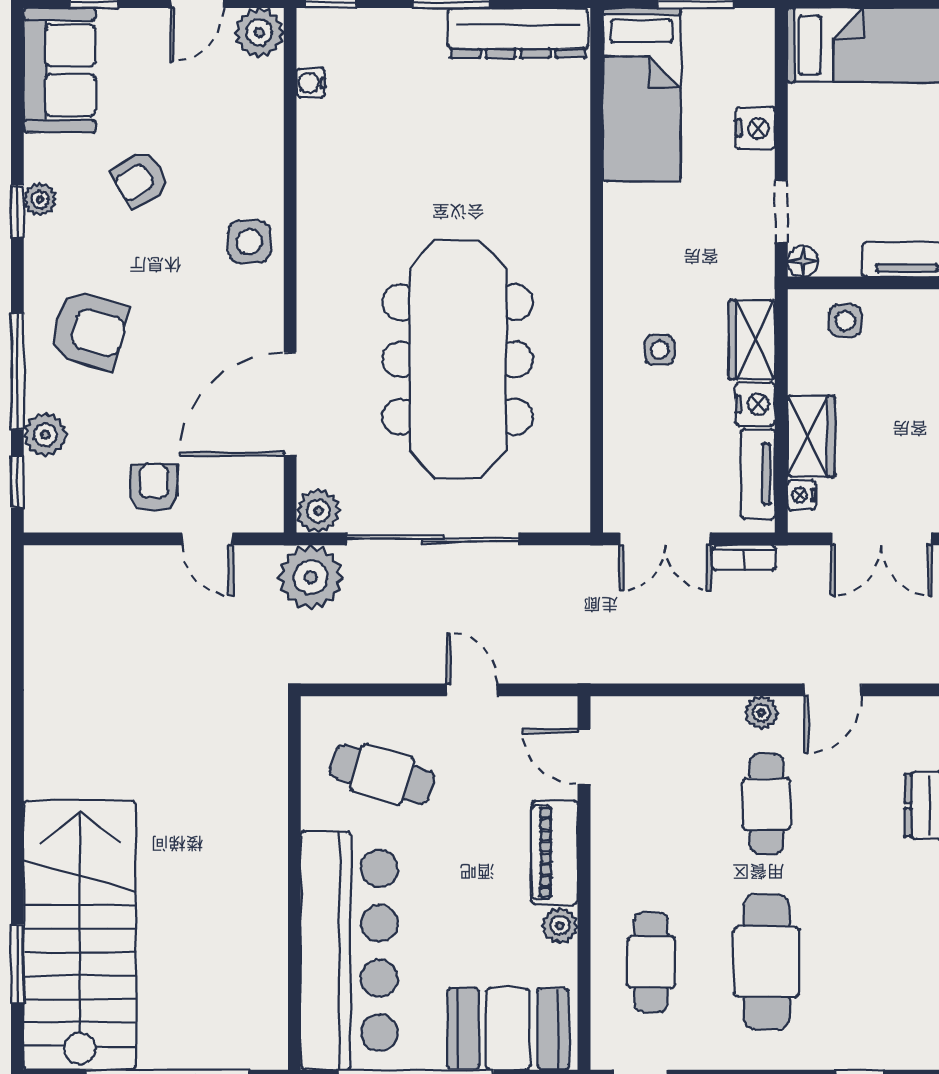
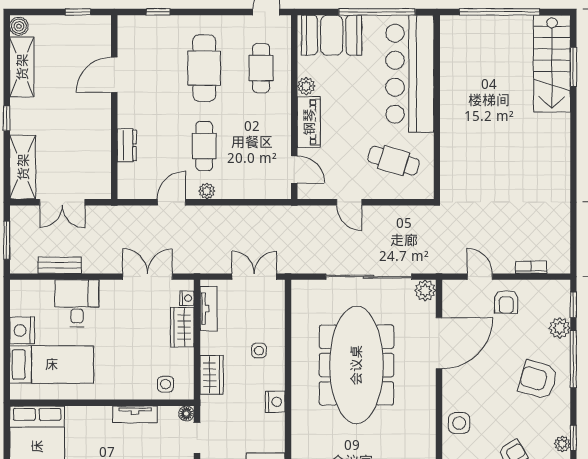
side table: (659, 350) -> (259, 351), moved
nightstand: (755, 404) -> (275, 402), moved, turned 180
bookcase: (744, 558) -> (531, 267), moved
plant: (311, 577) -> (429, 258), removed
stairs: (80, 935) -> (552, 64), width x0.73, depth x0.66

